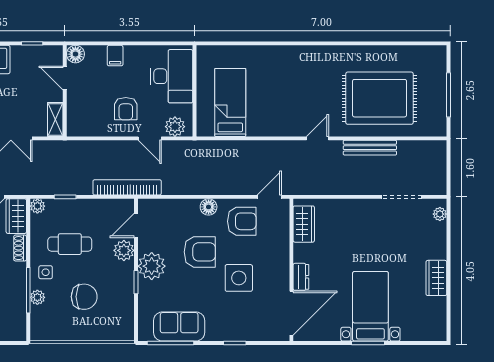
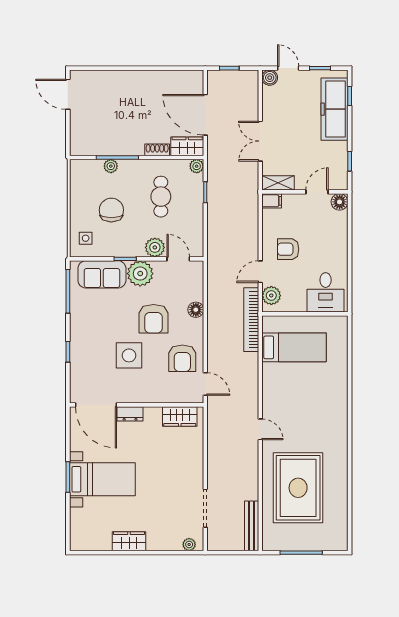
filing cabinet: (115, 56) -> (272, 201), moved, turned 180
desk: (172, 76) -> (326, 292), width x0.73
bench: (370, 148) -> (252, 526), moved
bookcase: (127, 187) -> (251, 320), moved, turned 180
floor lamp: (209, 207) -> (196, 310), moved
side table: (46, 272) -> (86, 238), moved
chair: (84, 297) -> (111, 210), turned 180
sofa: (179, 326) -> (102, 274), moved, turned 90

